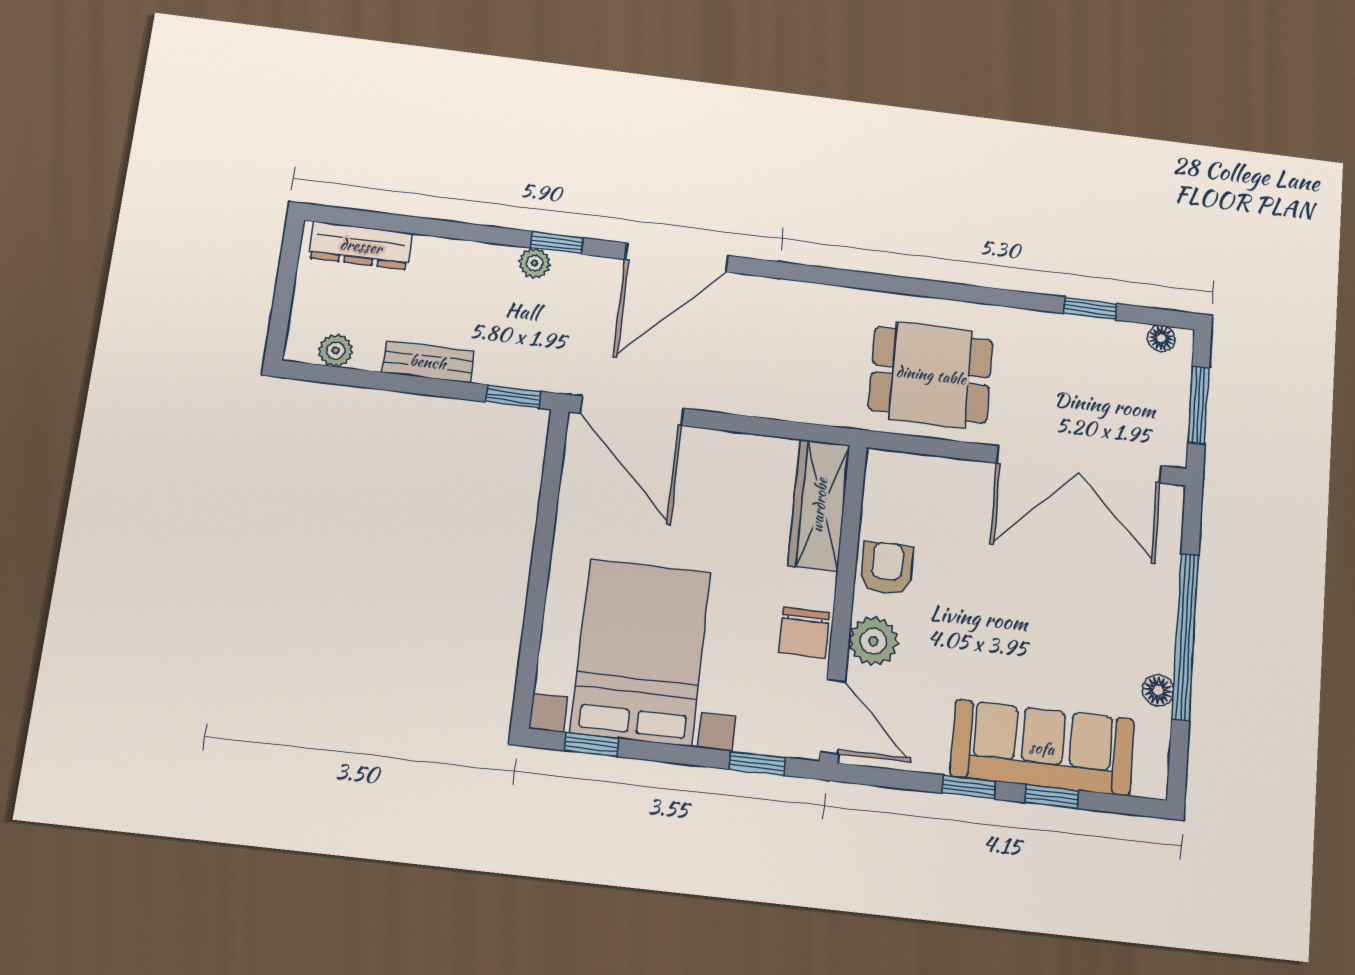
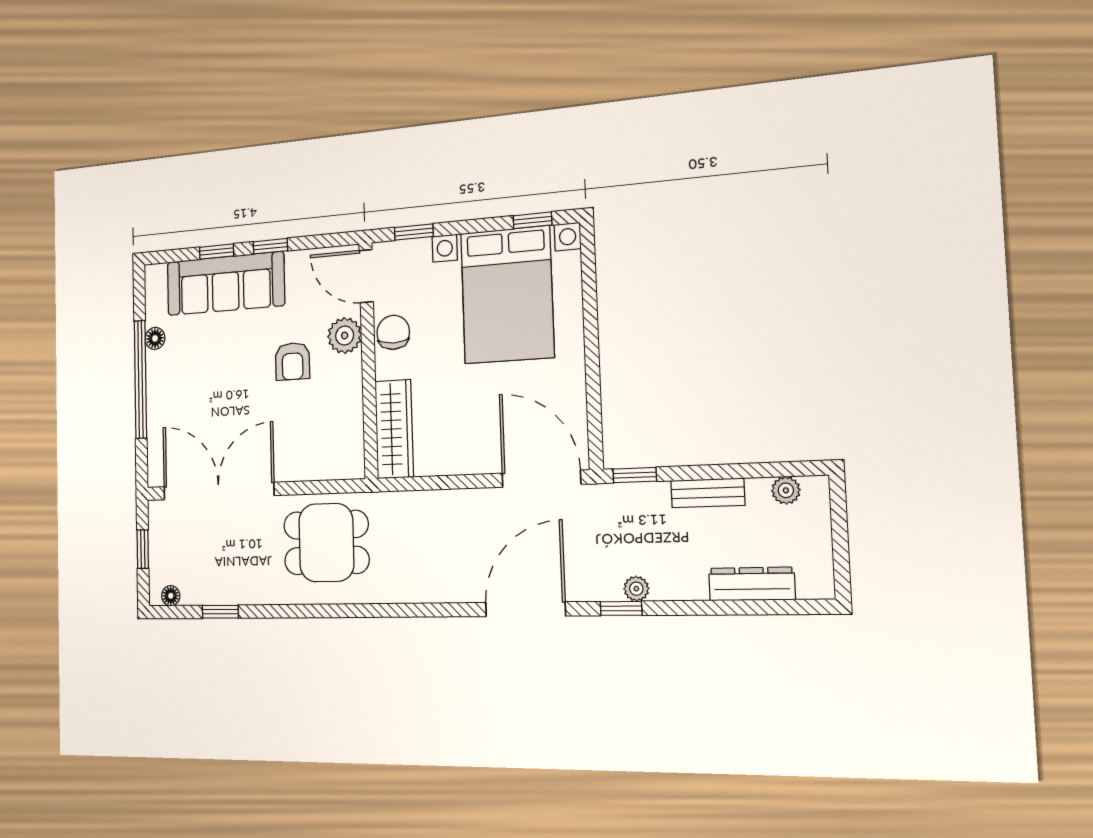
dresser: (361, 246) -> (752, 584), moved
window: (1199, 405) -> (143, 549), width x0.67
armchair: (887, 568) -> (292, 361), moved

